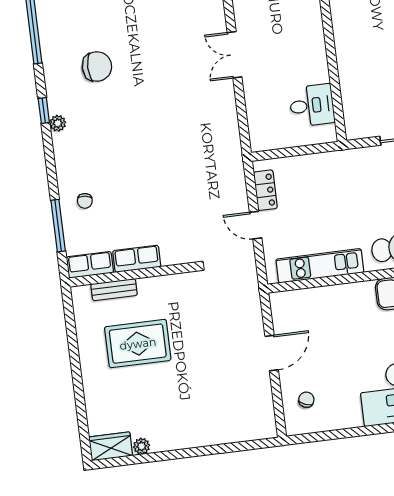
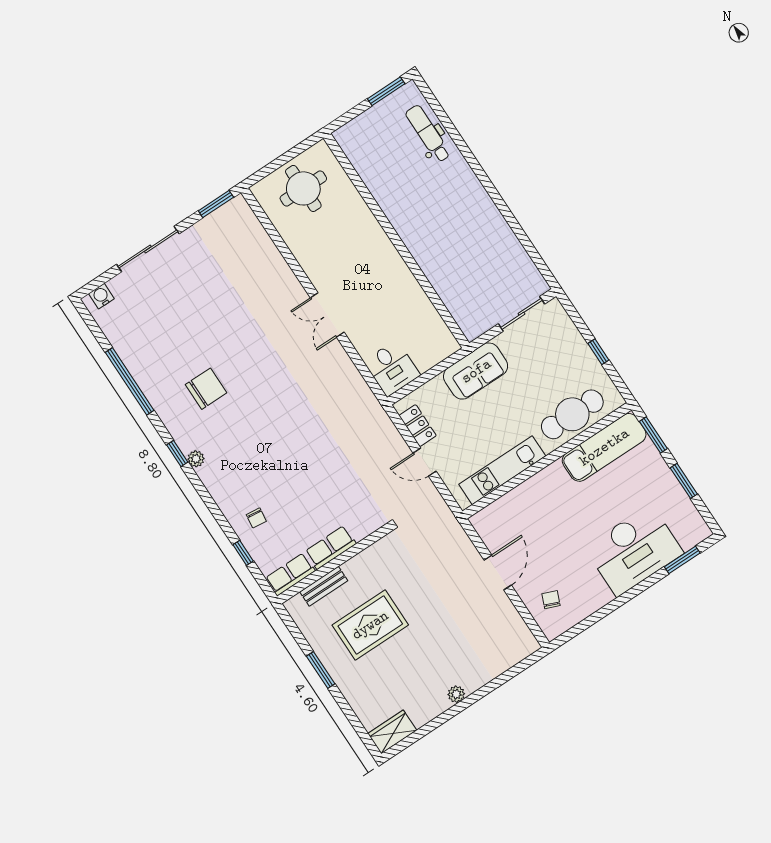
desk: (312, 105) -> (392, 368), moved, turned 90
sofa: (340, 168) -> (476, 371), added
window: (58, 226) -> (243, 553), width x0.46
window: (75, 361) -> (321, 670), added
plant: (142, 446) -> (456, 694), moved

